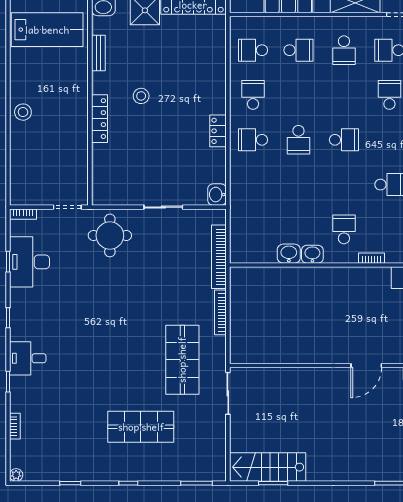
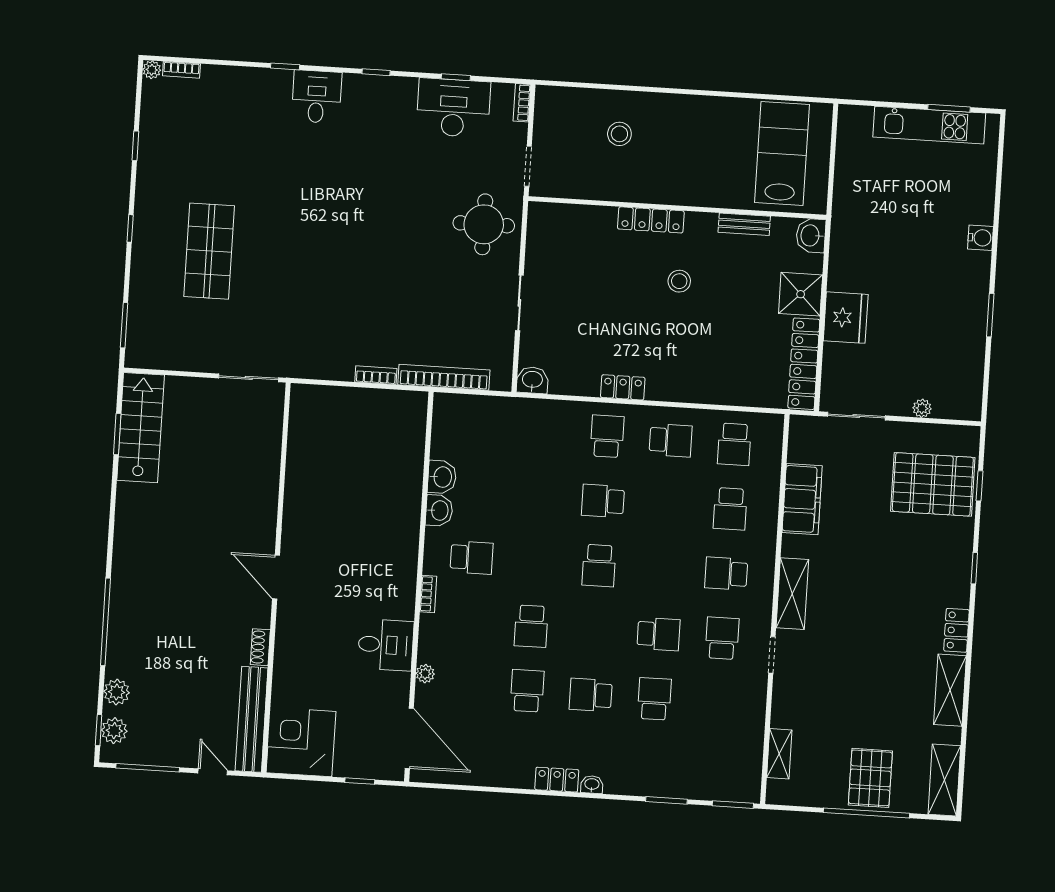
lab bench: (47, 30) -> (782, 154), turned 180
school desk: (253, 50) -> (734, 444), turned 180
stool: (23, 112) -> (619, 134), moved
bookcase: (220, 312) -> (376, 375), width x0.64
shop shelf: (182, 360) -> (301, 316), removed
bookcase: (15, 426) -> (181, 70), moved

